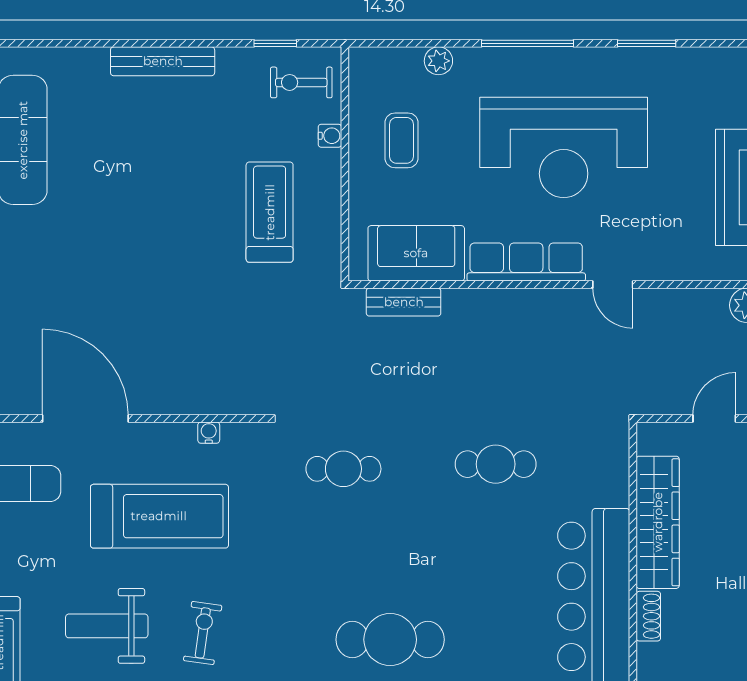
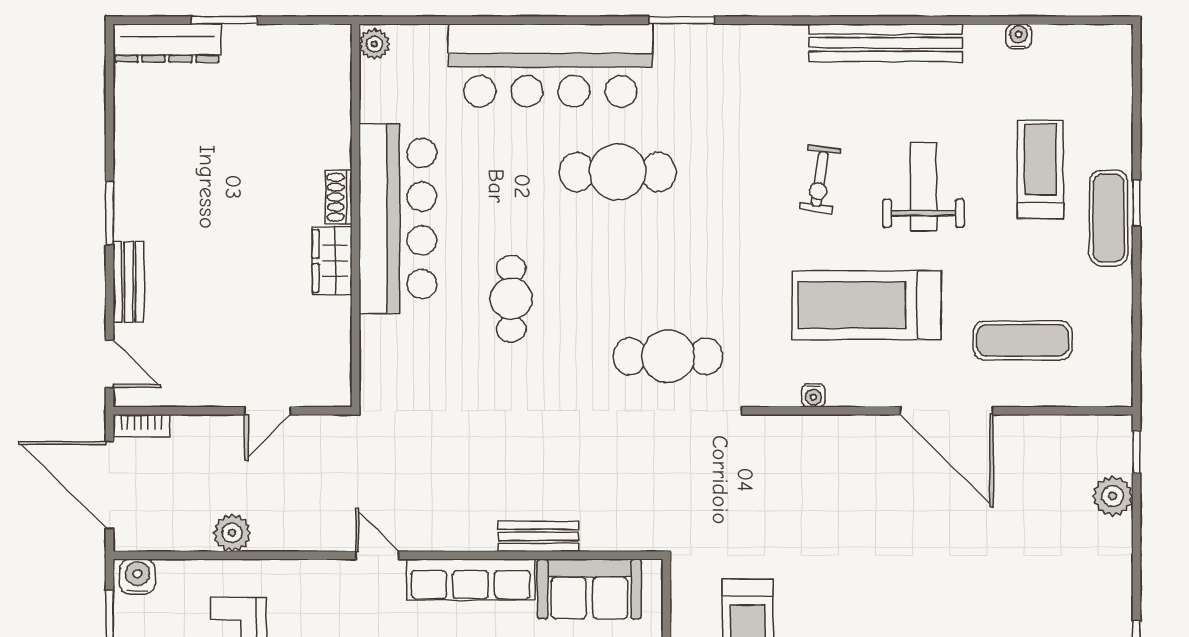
bench: (404, 302) -> (539, 536), moved
cafe table: (496, 464) -> (511, 299), moved, turned 90
cafe table: (343, 469) -> (668, 356), width x1.37, depth x1.35
wardrobe: (658, 522) -> (332, 261), width x0.48, depth x0.85
weight bench: (107, 626) -> (924, 187), turned -90

